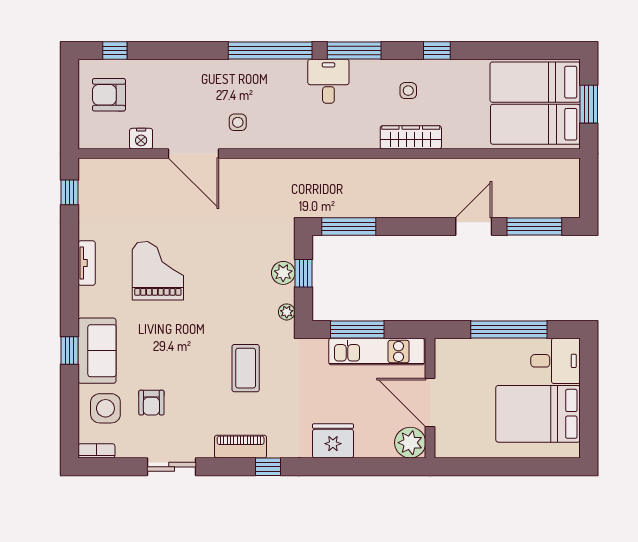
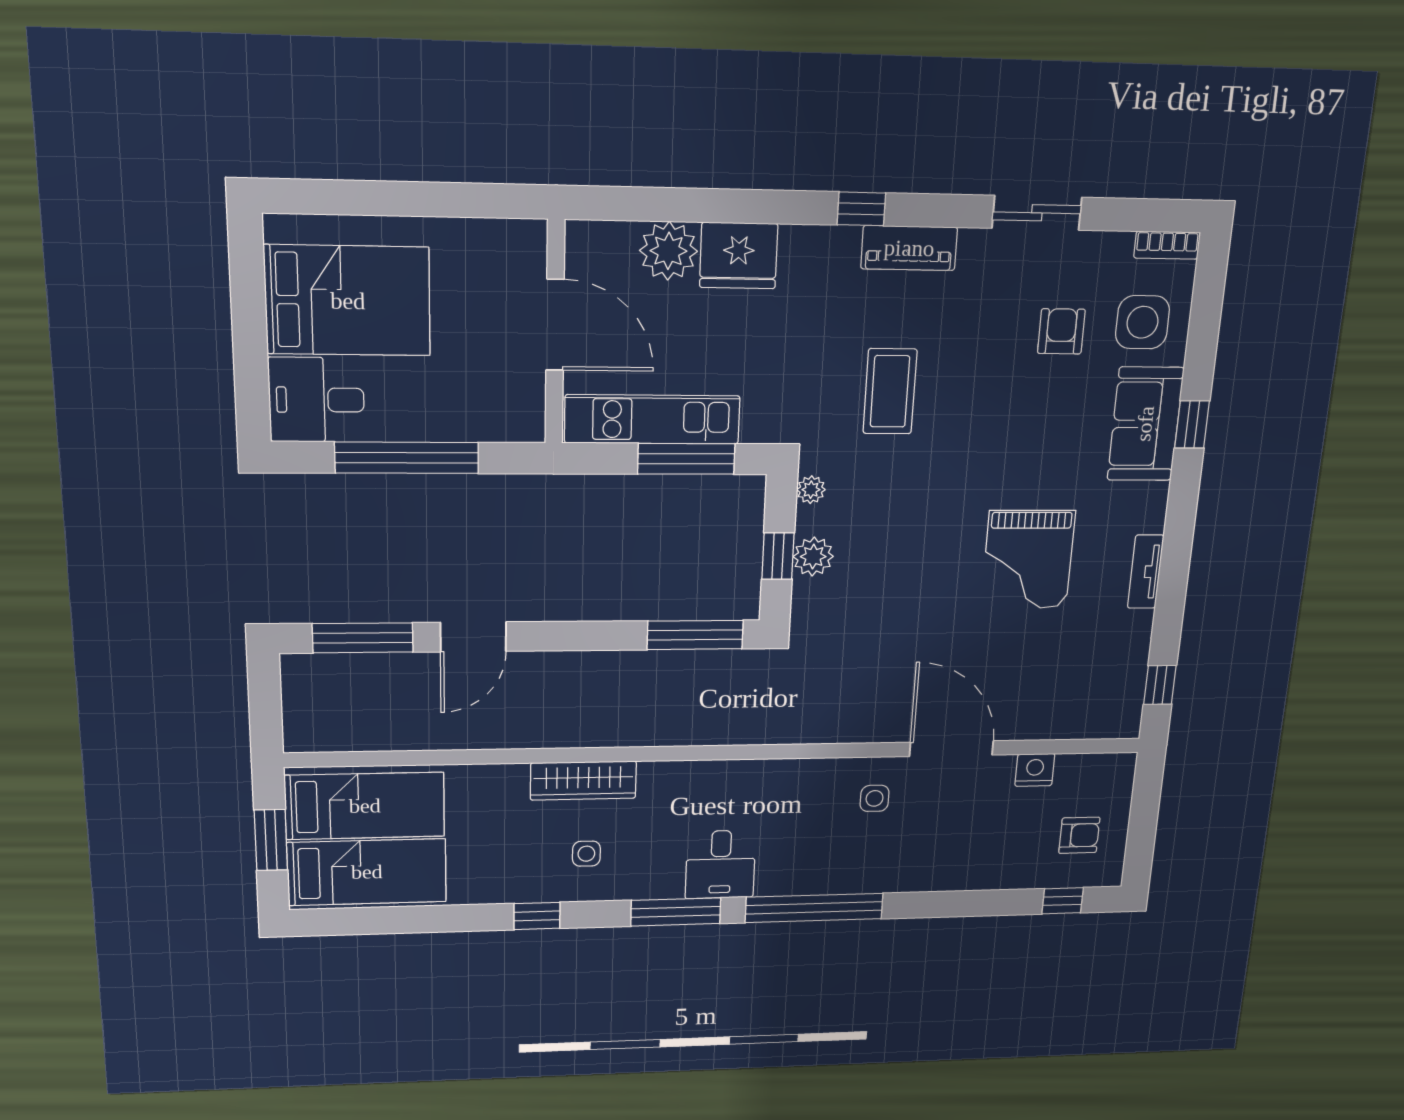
armchair: (109, 95) -> (1079, 835), width x0.72, depth x0.72
plant: (410, 443) -> (668, 251), moved

